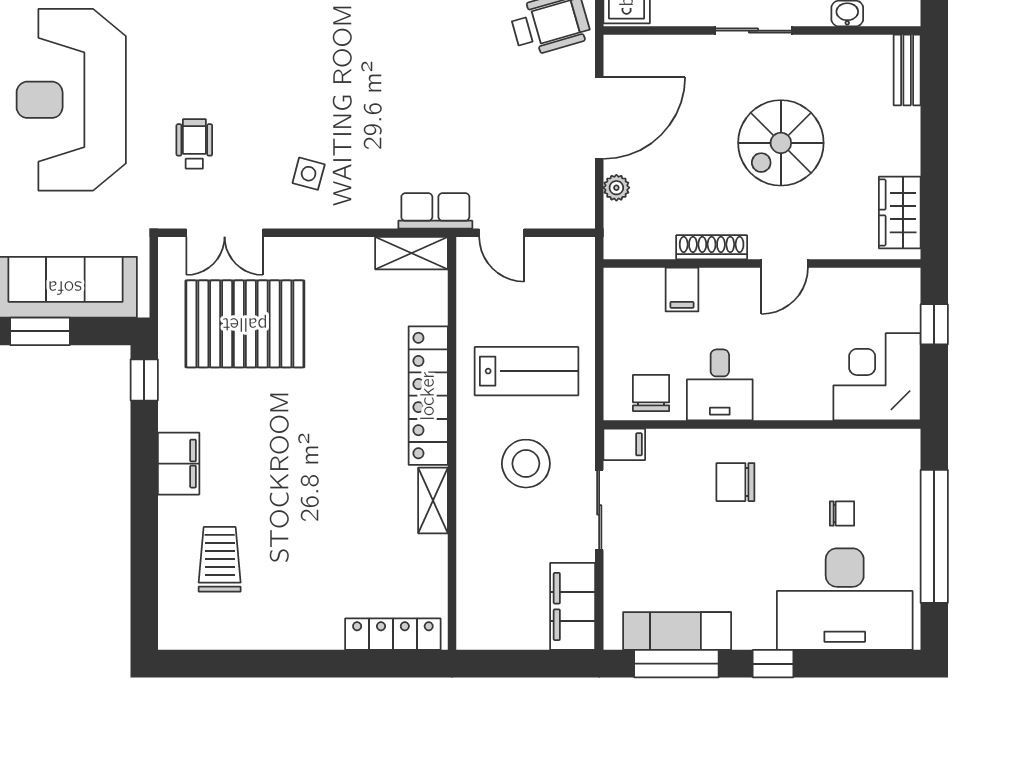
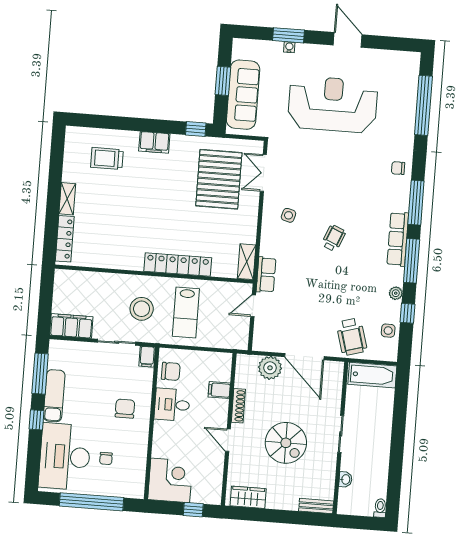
spiral stairs: (781, 143) -> (286, 443), turned 180
wheelchair: (194, 144) -> (334, 238), moved, turned -67
plant: (616, 188) -> (270, 368), width x1.88, depth x1.88
shelving: (433, 500) -> (67, 199), moved, turned 90
trolley: (220, 559) -> (107, 158), turned 180
exam couch: (677, 631) -> (54, 396), moved

